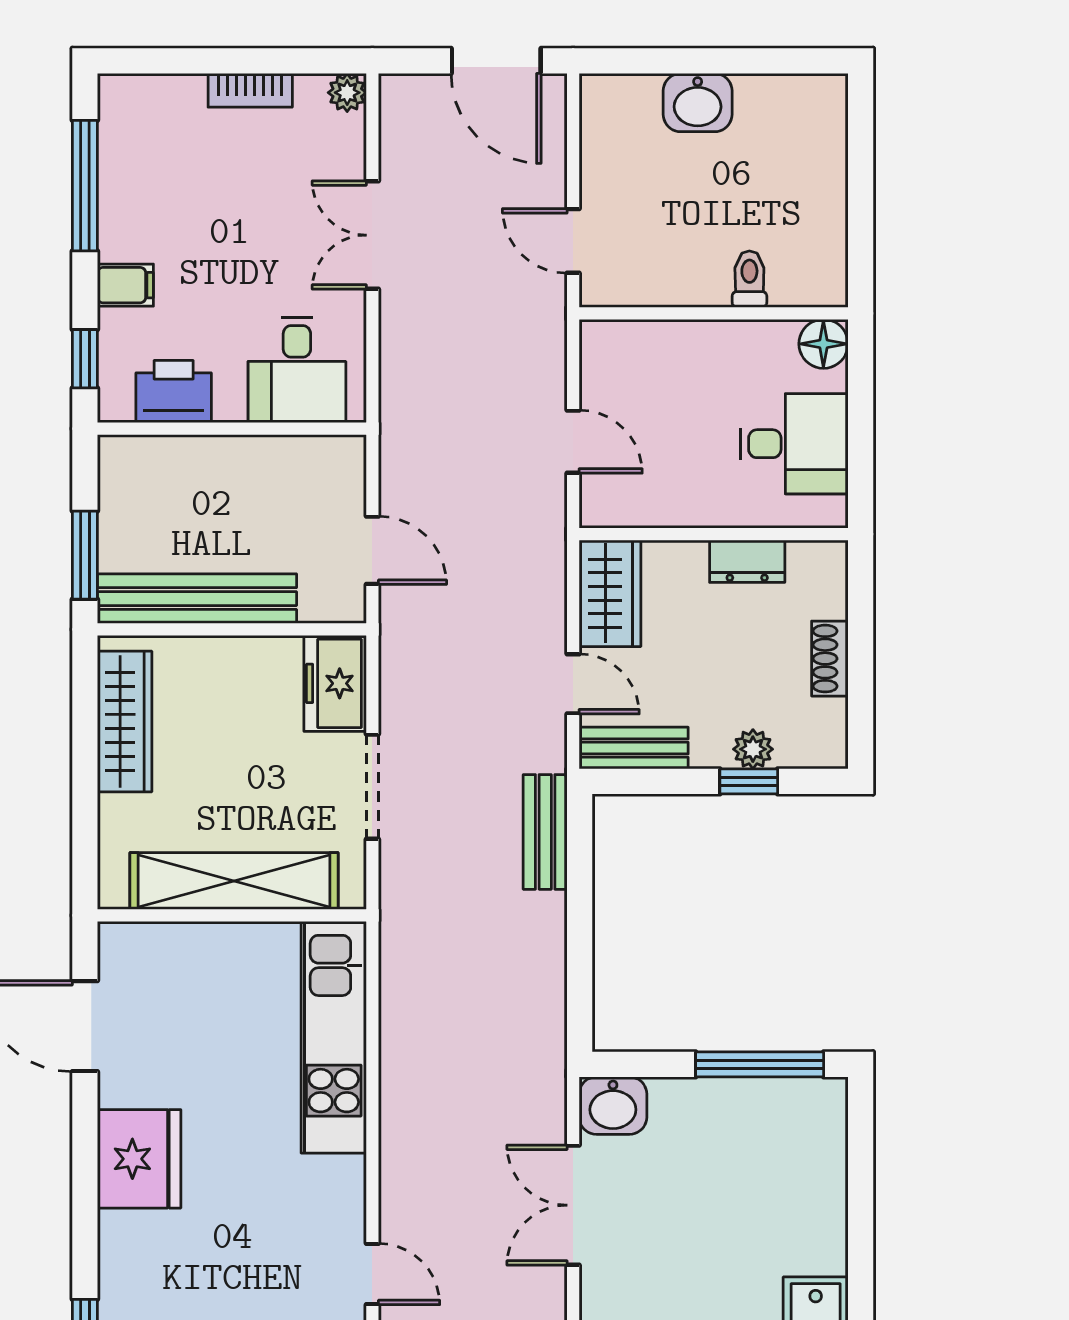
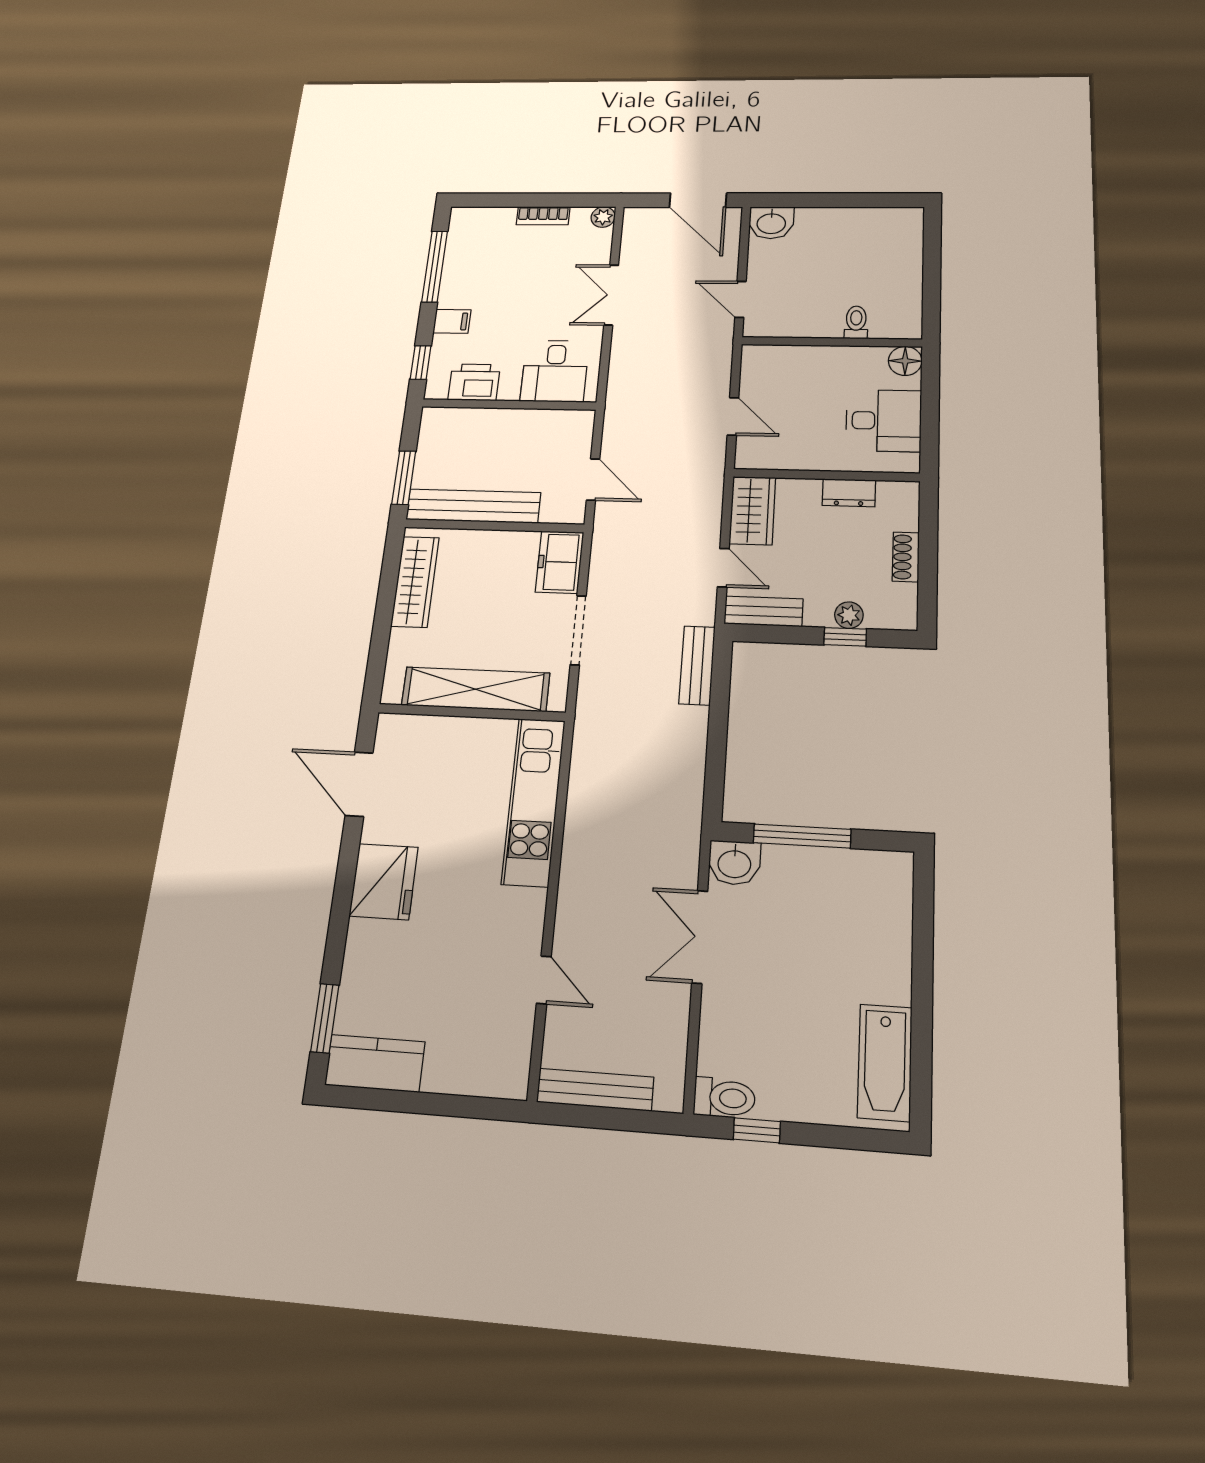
washbasin: (698, 103) -> (771, 223), moved
window: (760, 1064) -> (802, 836), moved

